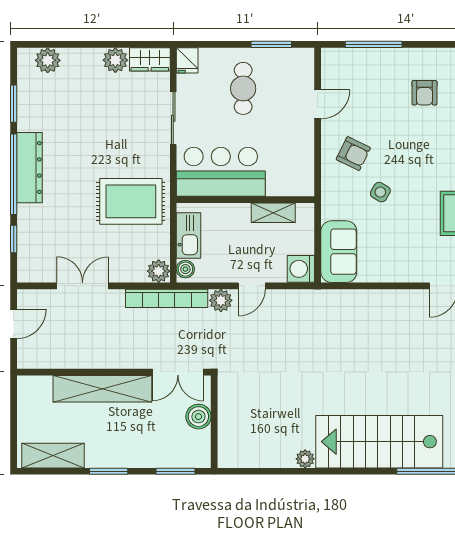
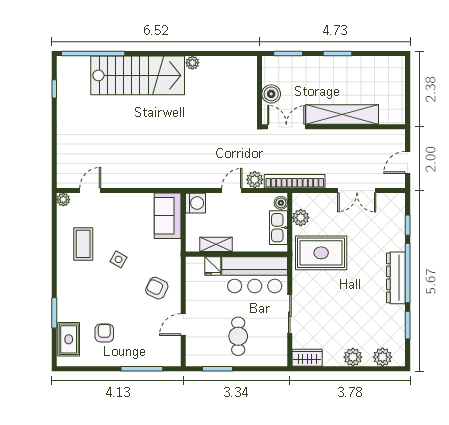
plant: (115, 60) -> (353, 357), moved
fridge: (187, 60) -> (213, 266), moved, turned 180
side table: (380, 192) -> (119, 259), moved
plant: (159, 271) -> (301, 218), moved
shelving: (53, 456) -> (379, 65), removed

